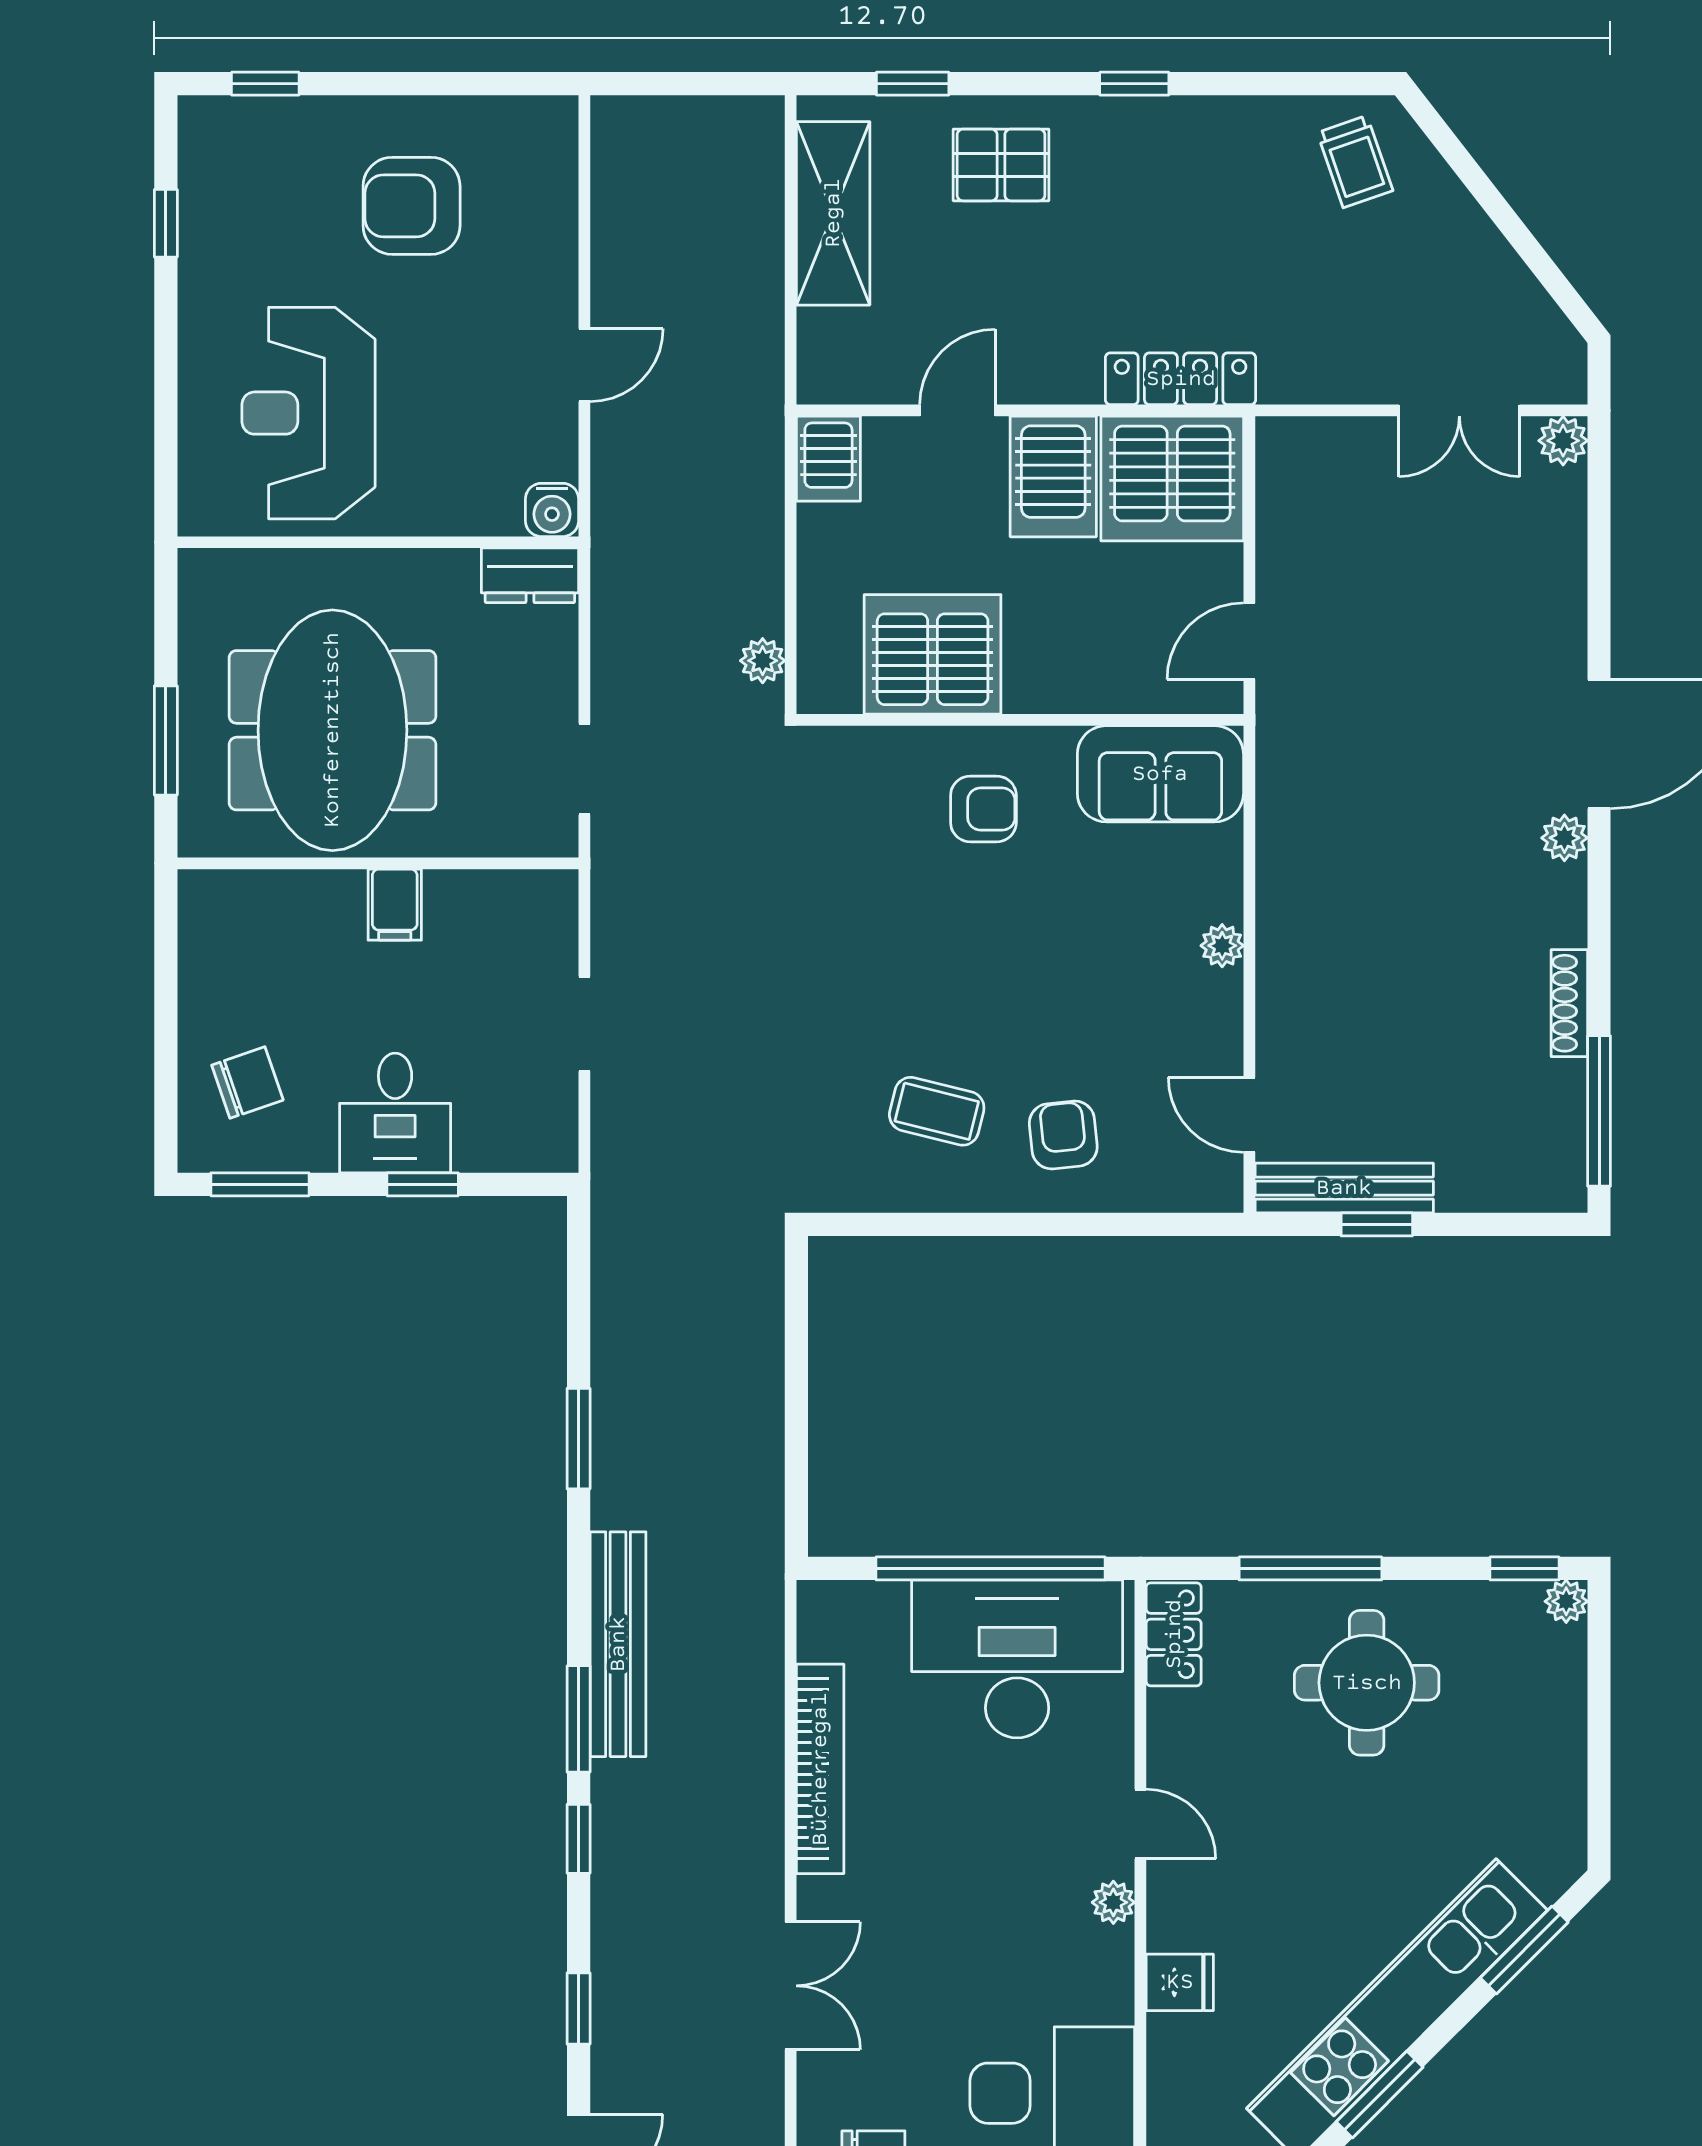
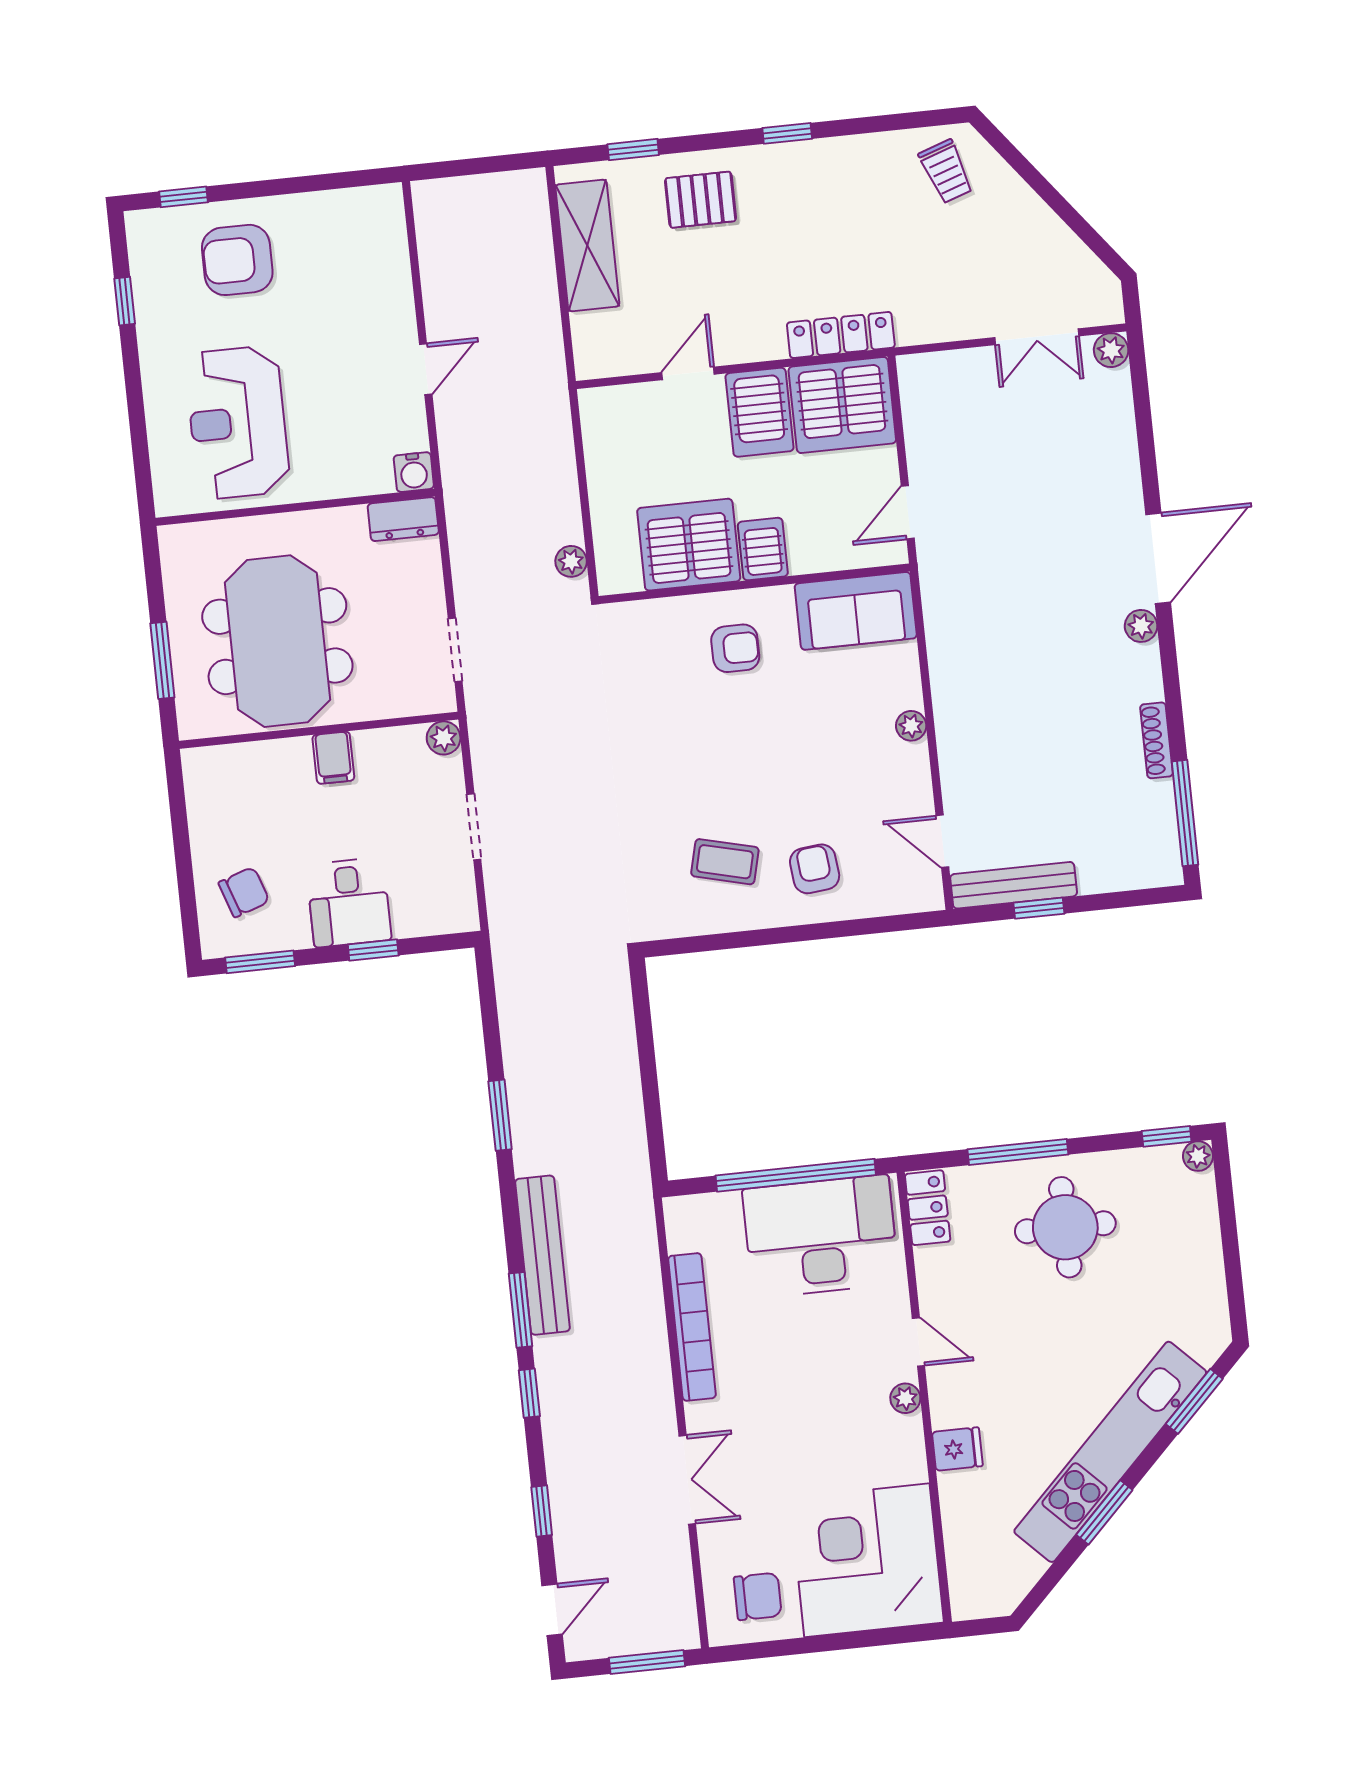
armchair: (412, 206) -> (237, 260), moved
server rack: (828, 459) -> (763, 549), moved, turned 180
plant: (555, 893) -> (444, 738), added

